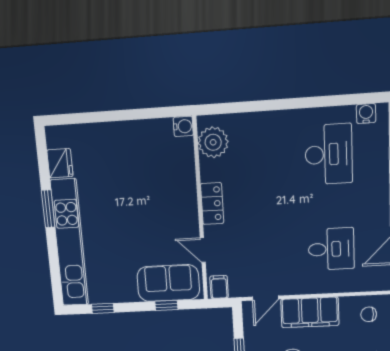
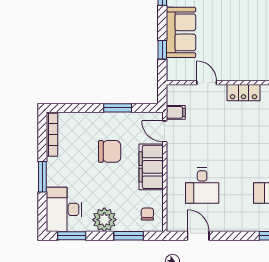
door: (203, 250) -> (207, 83), hinge flipped
sofa: (168, 283) -> (181, 32), moved
filing cabinet: (219, 287) -> (176, 112), moved

